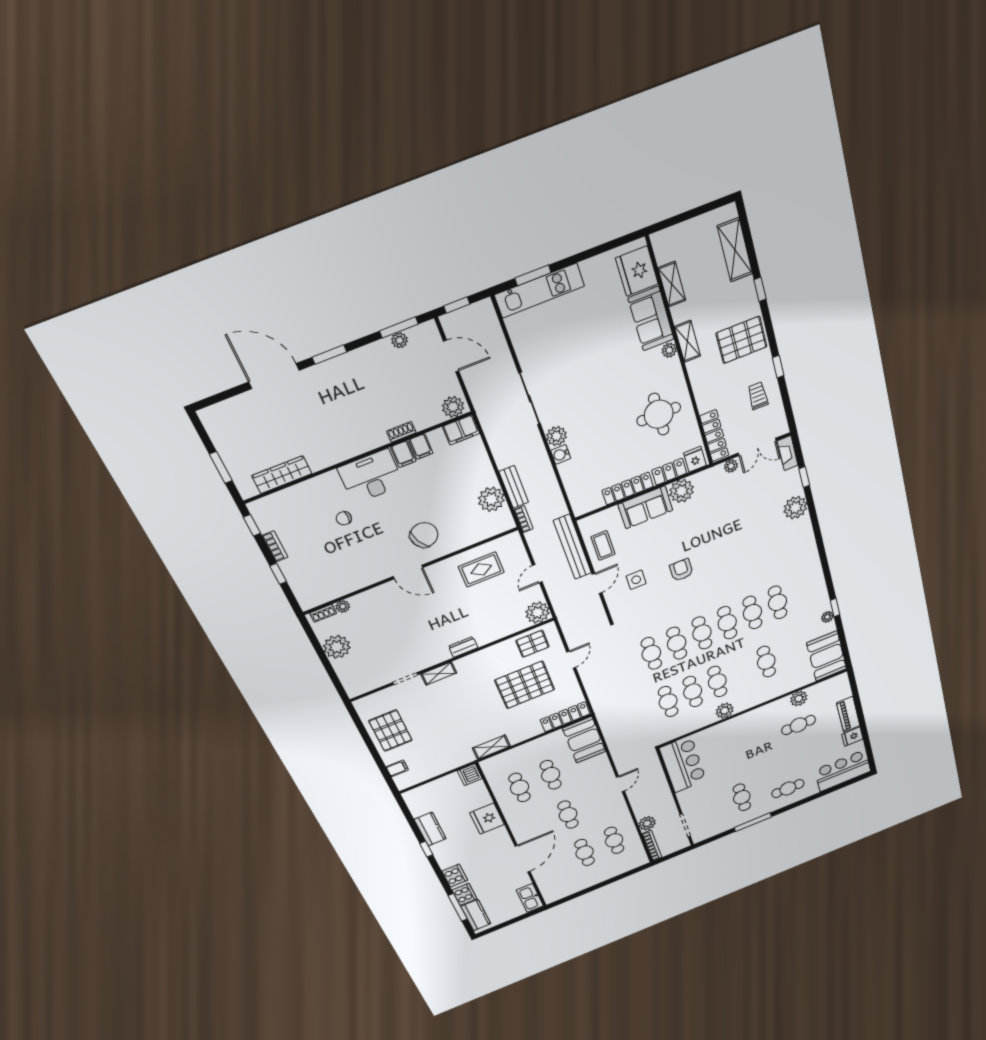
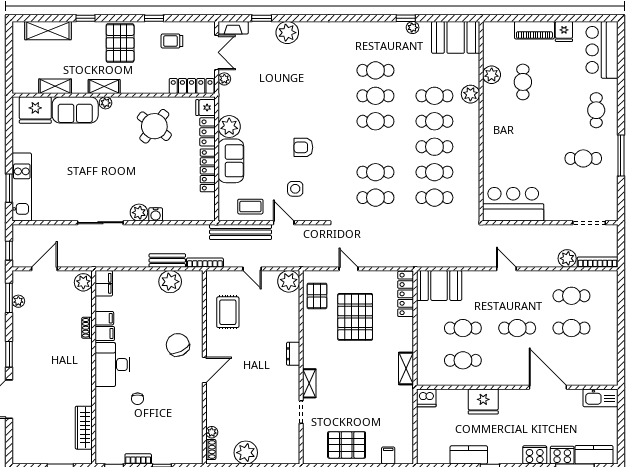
round table: (659, 414) -> (154, 126), turned 38
bookcase: (524, 519) -> (205, 263), width x1.56
cafe table: (702, 633) -> (434, 121), moved
plant: (725, 711) -> (470, 94), moved

